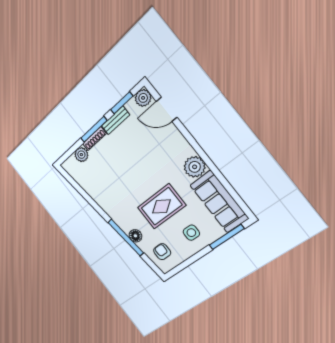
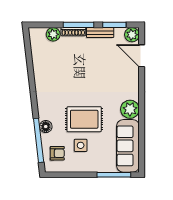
side table: (191, 233) -> (81, 145), moved
window: (126, 238) -> (39, 140), moved
armchair: (162, 252) -> (57, 153), turned 90

